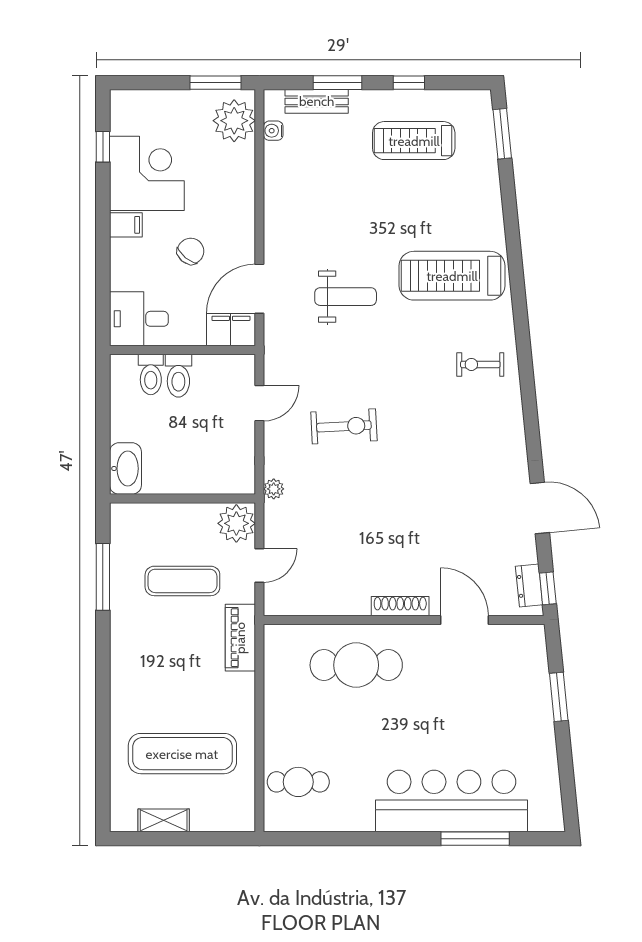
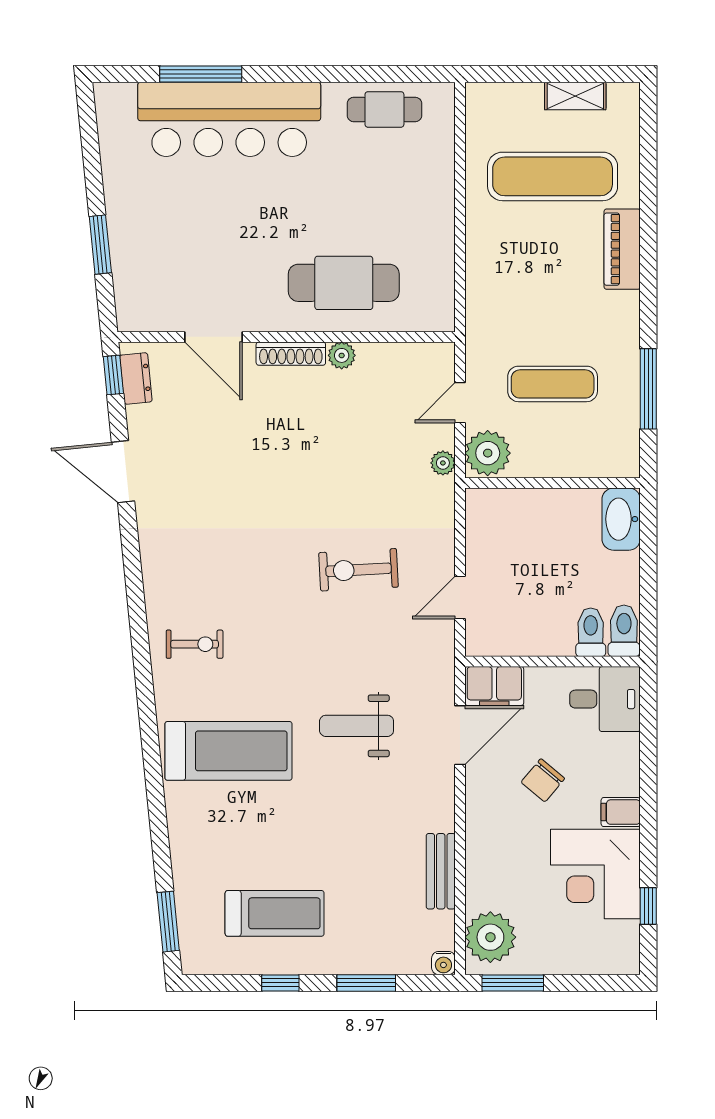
bench: (317, 101) -> (441, 871), moved, turned 90
water cooler: (273, 131) -> (443, 963), moved, turned 90
toilet: (178, 376) -> (624, 631), moved
plant: (274, 489) -> (443, 463), moved
plant: (358, 605) -> (342, 355), added
piano: (240, 638) -> (622, 249), moved, turned 180
cafe table: (298, 782) -> (384, 109), moved

